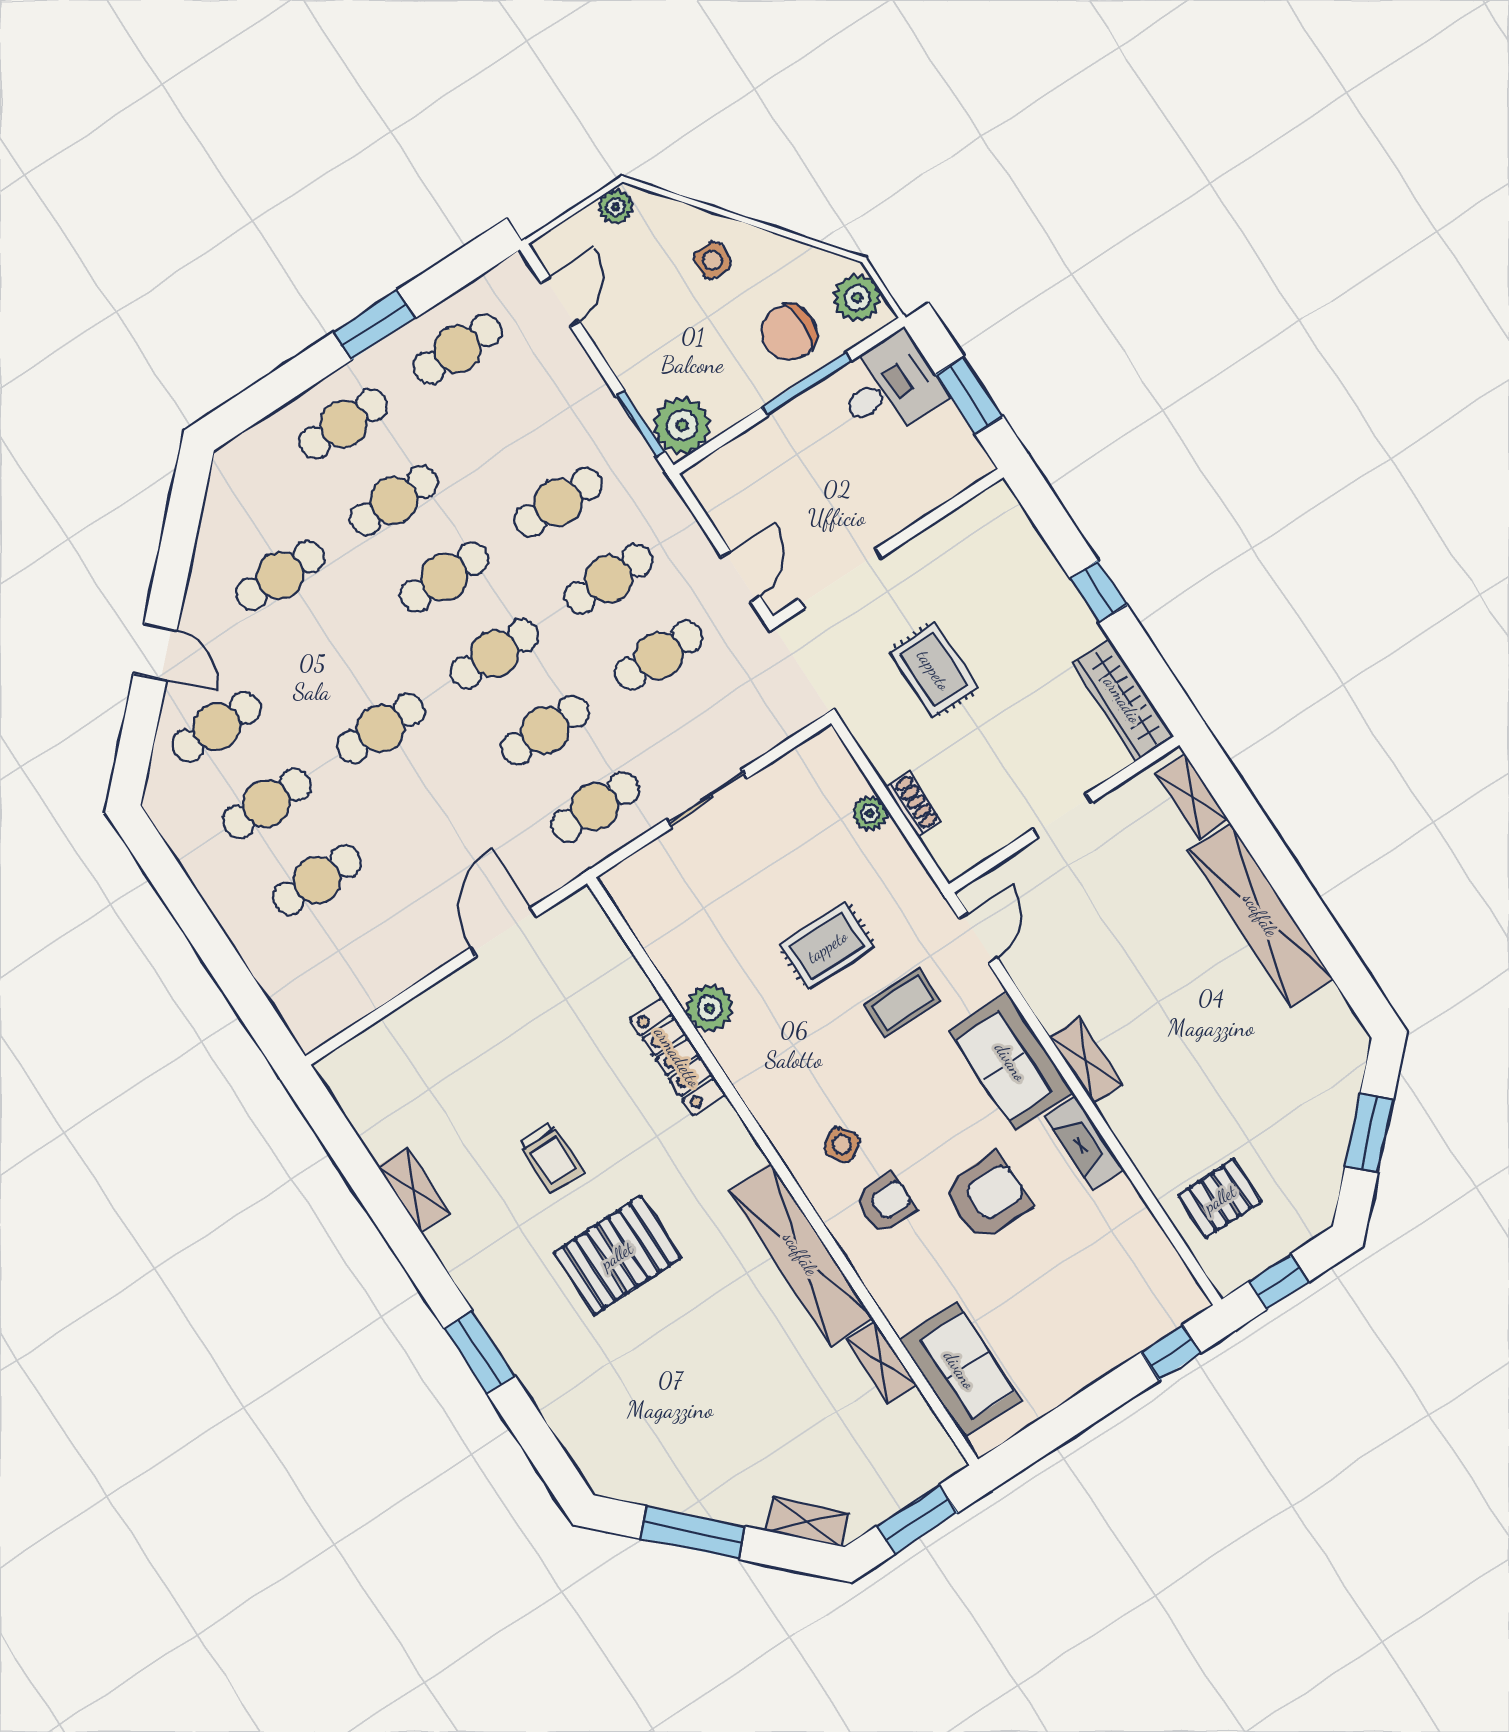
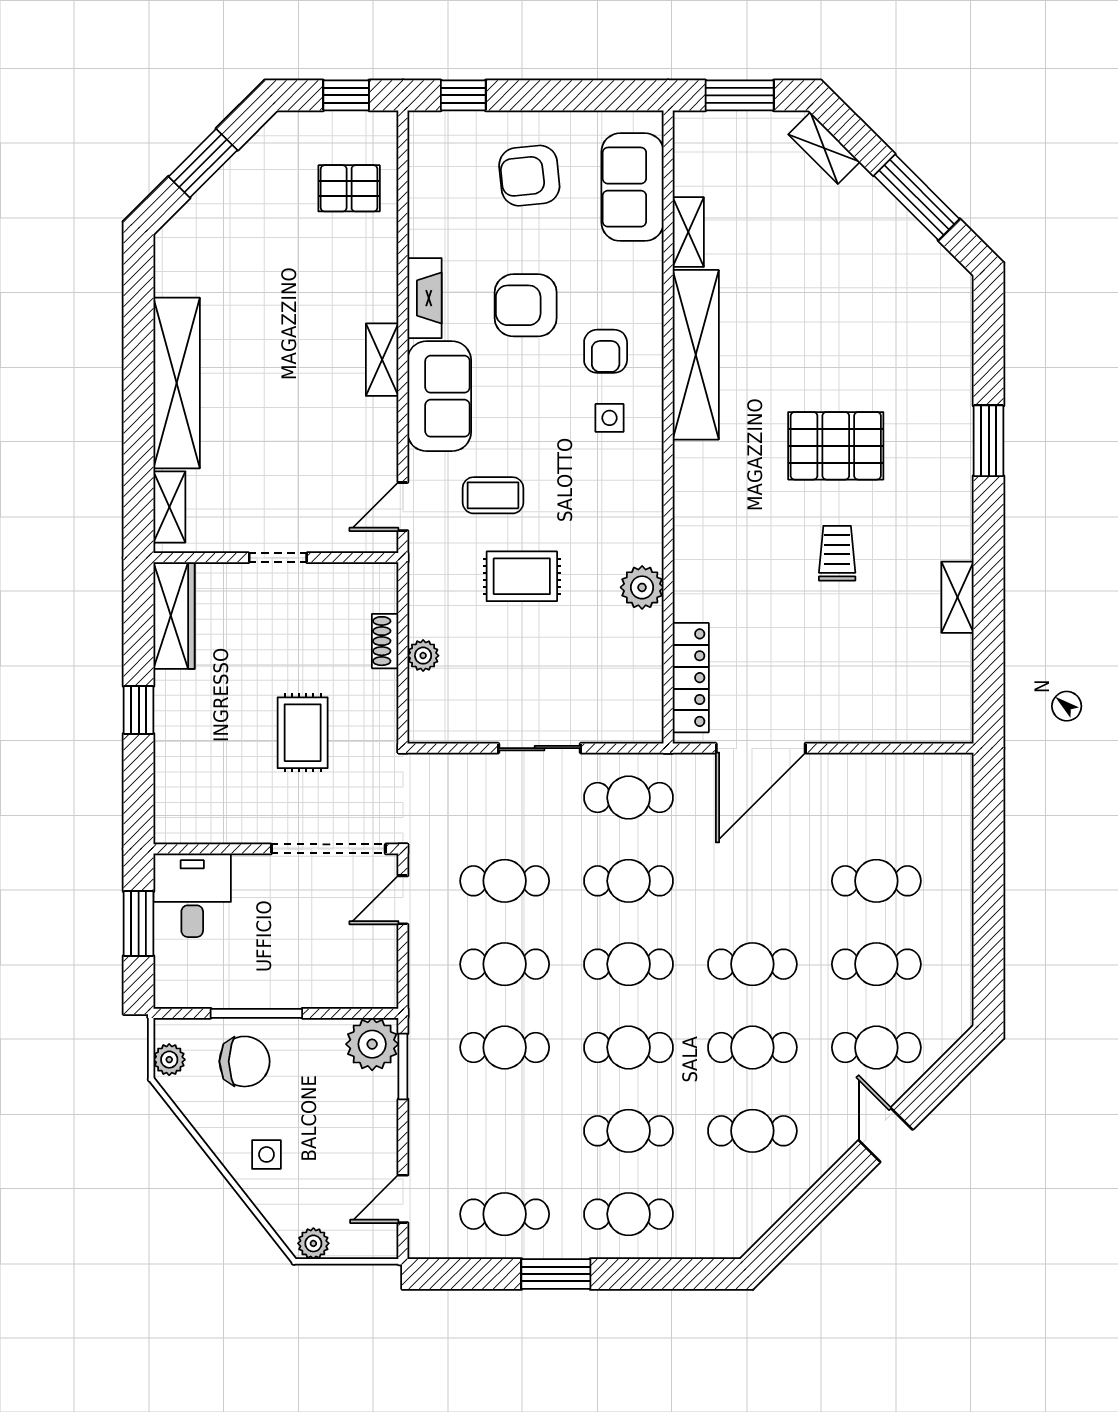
plant: (857, 298) -> (169, 1060), width x0.73, depth x0.73
desk: (889, 387) -> (192, 895), moved, turned 90
doorway: (840, 578) -> (328, 849), width x1.36
cafe table: (330, 652) -> (752, 1047), added
door: (504, 932) -> (761, 748), width x1.36
locker: (678, 1057) -> (691, 678), moved
side table: (842, 1144) -> (610, 418), turned 34
armchair: (886, 1203) -> (606, 351), turned -90
armchair: (1062, 1319) -> (529, 176), added

